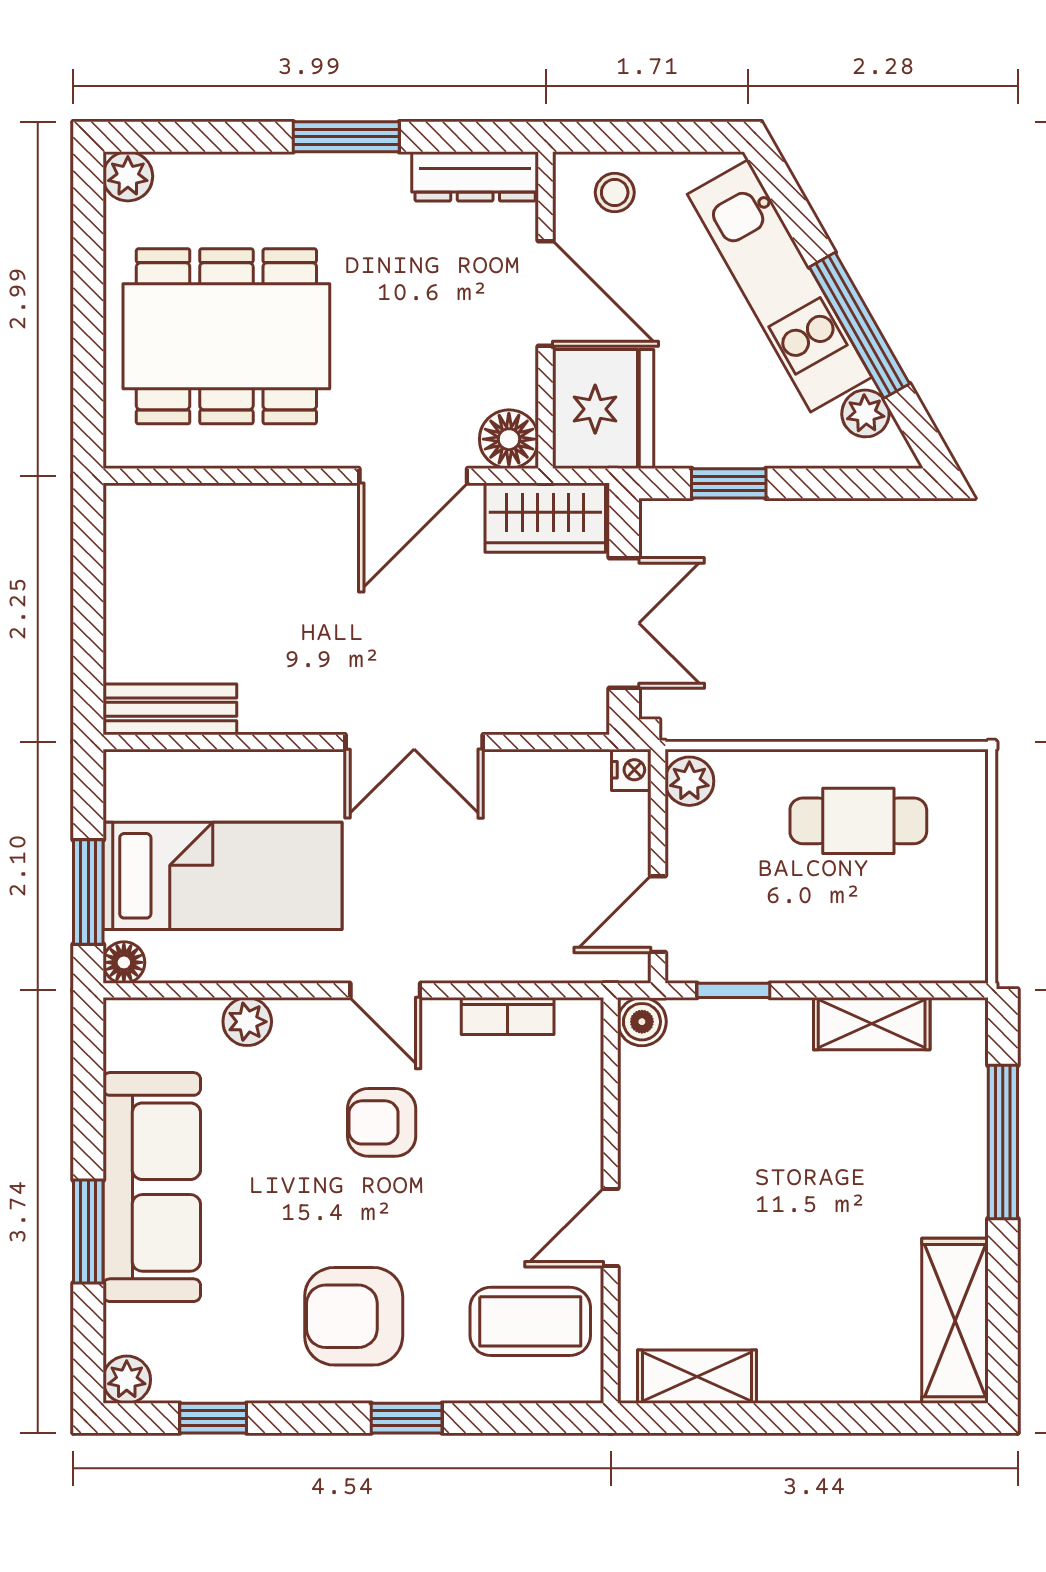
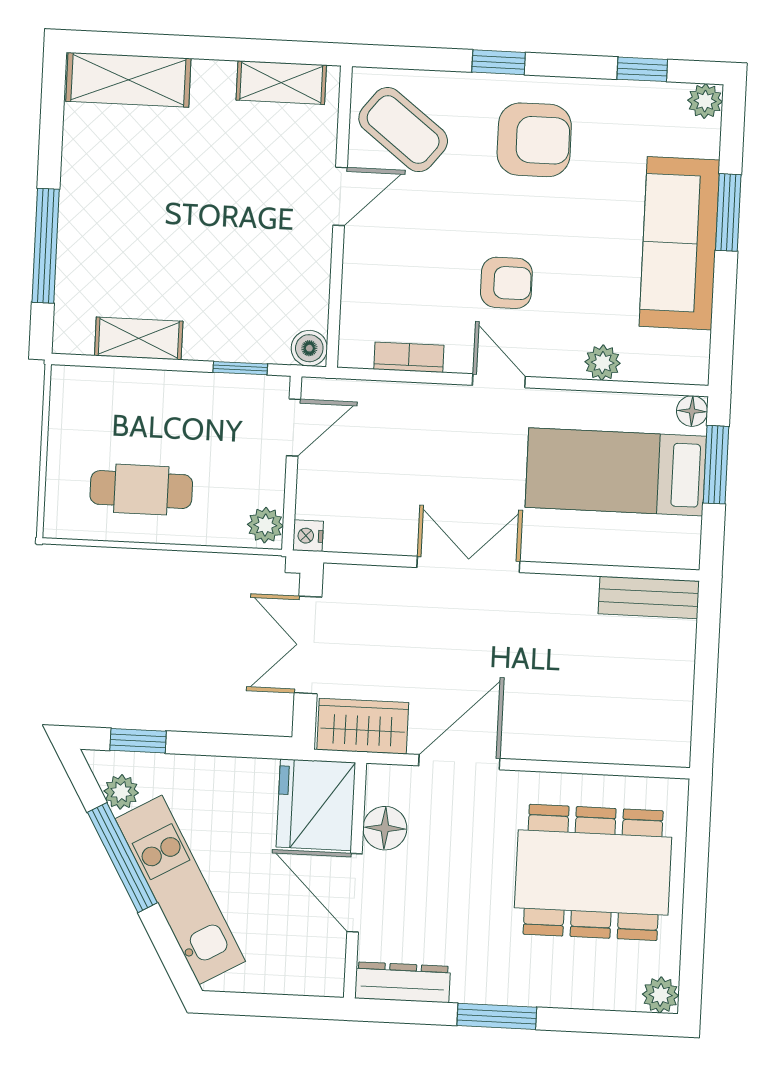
stool: (615, 193) -> (299, 965), removed
floor lamp: (509, 439) -> (385, 828), moved
window: (729, 483) -> (138, 741), moved
coffee table: (530, 1321) -> (403, 130), turned 38
shelving: (955, 1321) -> (128, 80), moved, turned 90

